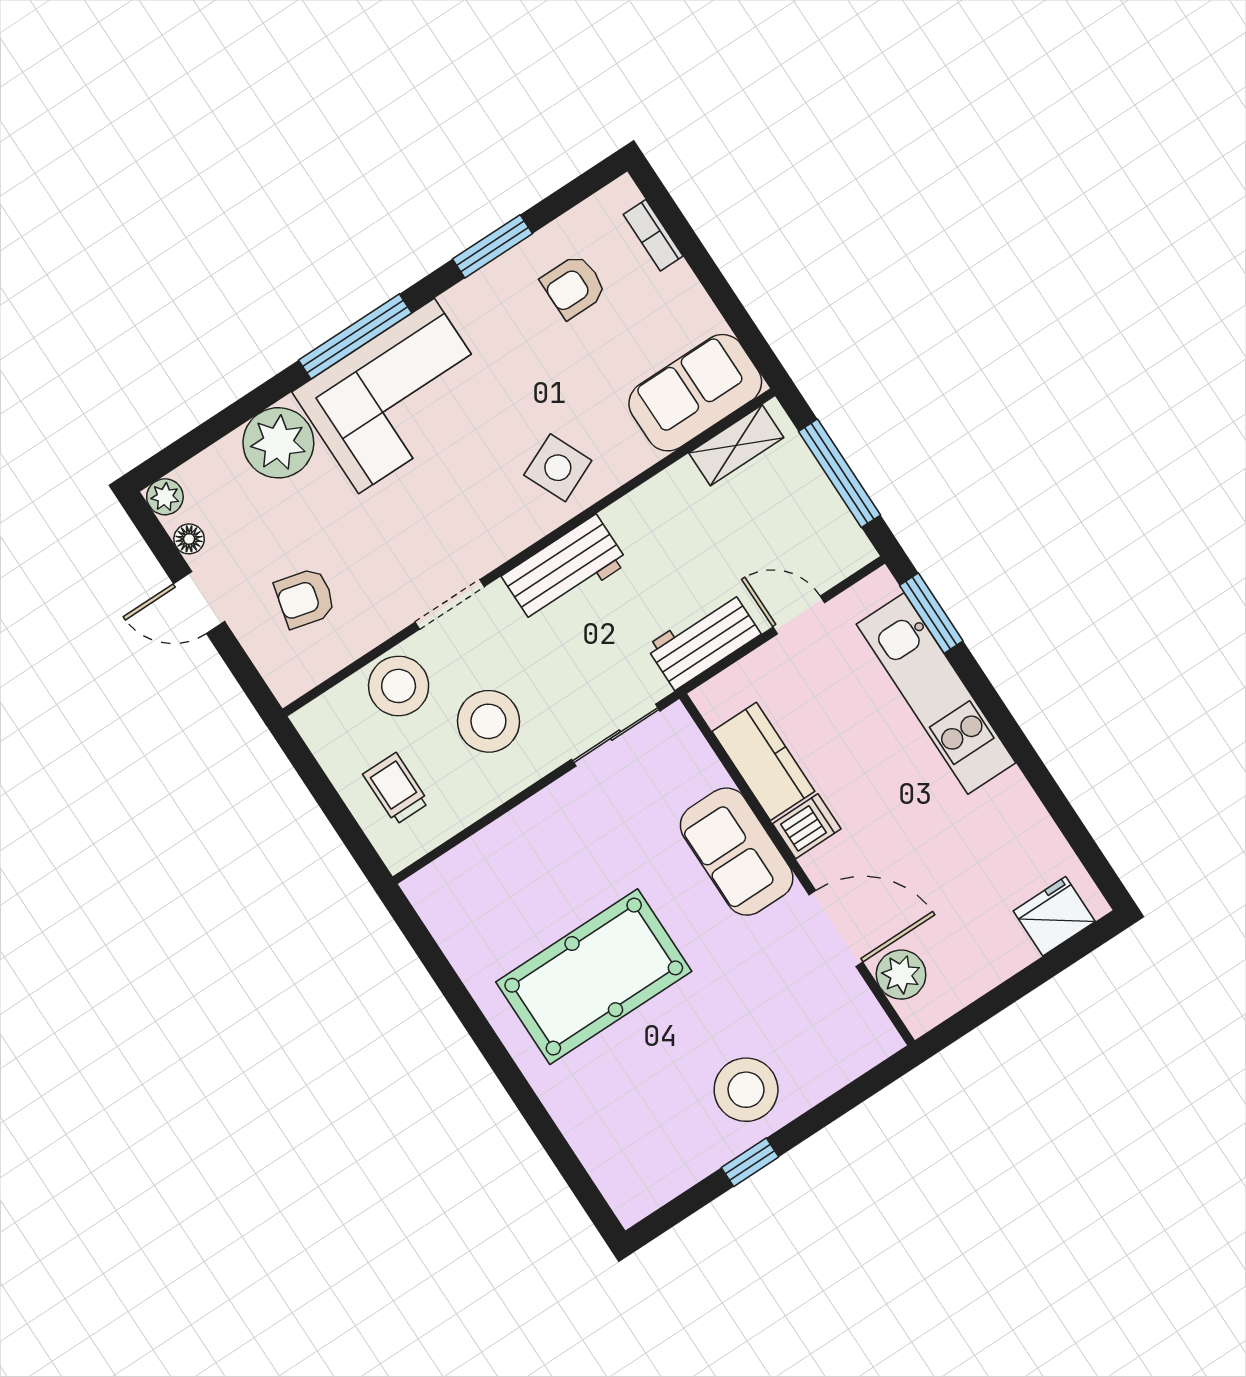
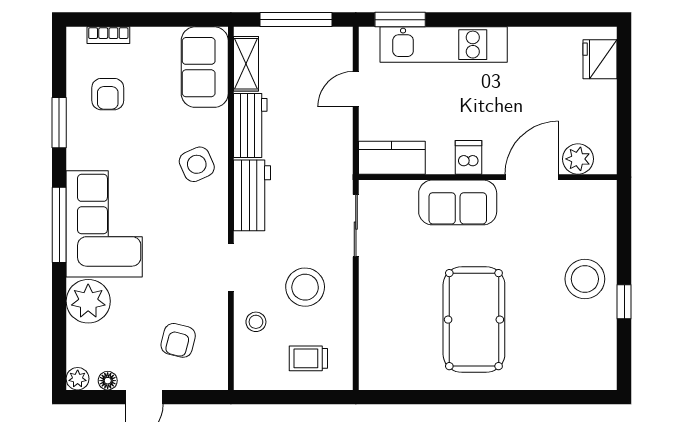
workbench: (703, 640) -> (250, 126), moved, turned 180
stool: (399, 686) -> (256, 322), width x0.53, depth x0.53
kitchen counter: (763, 761) -> (392, 158), moved

